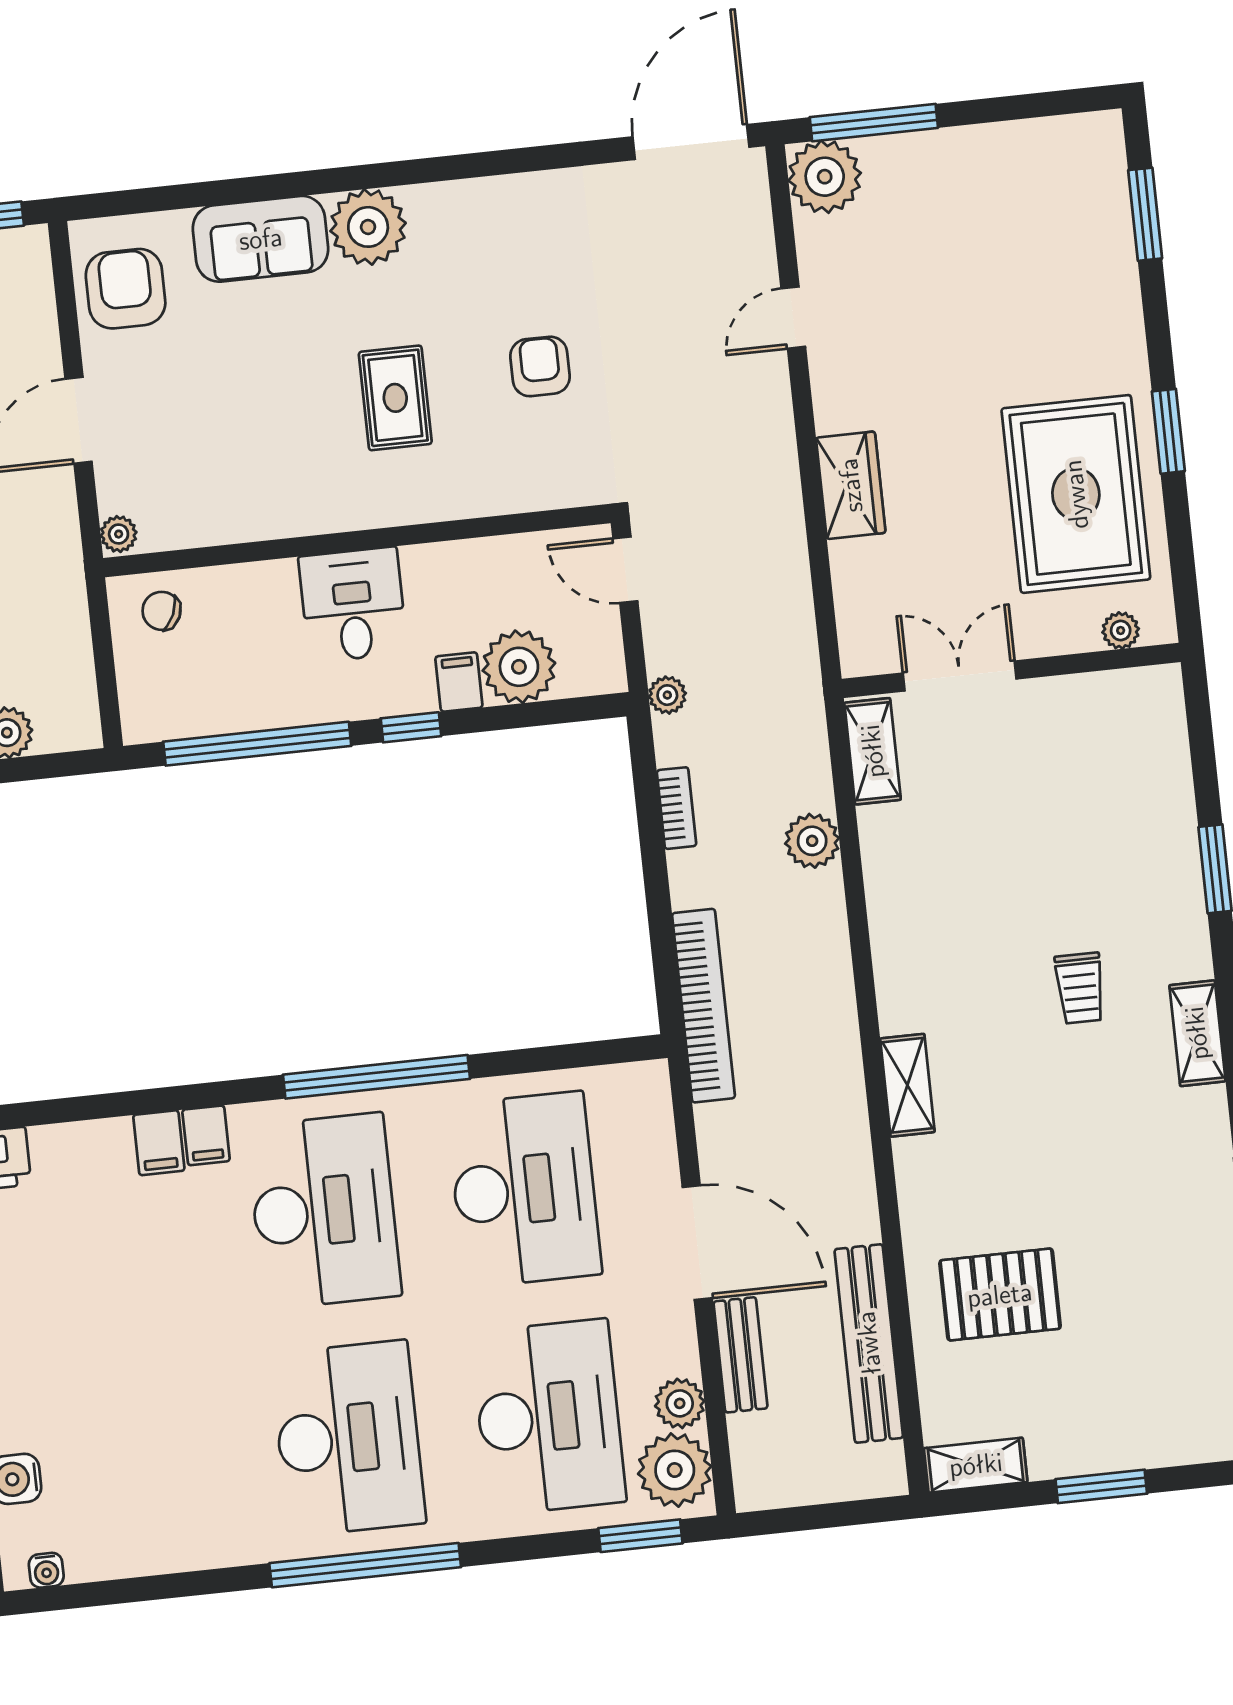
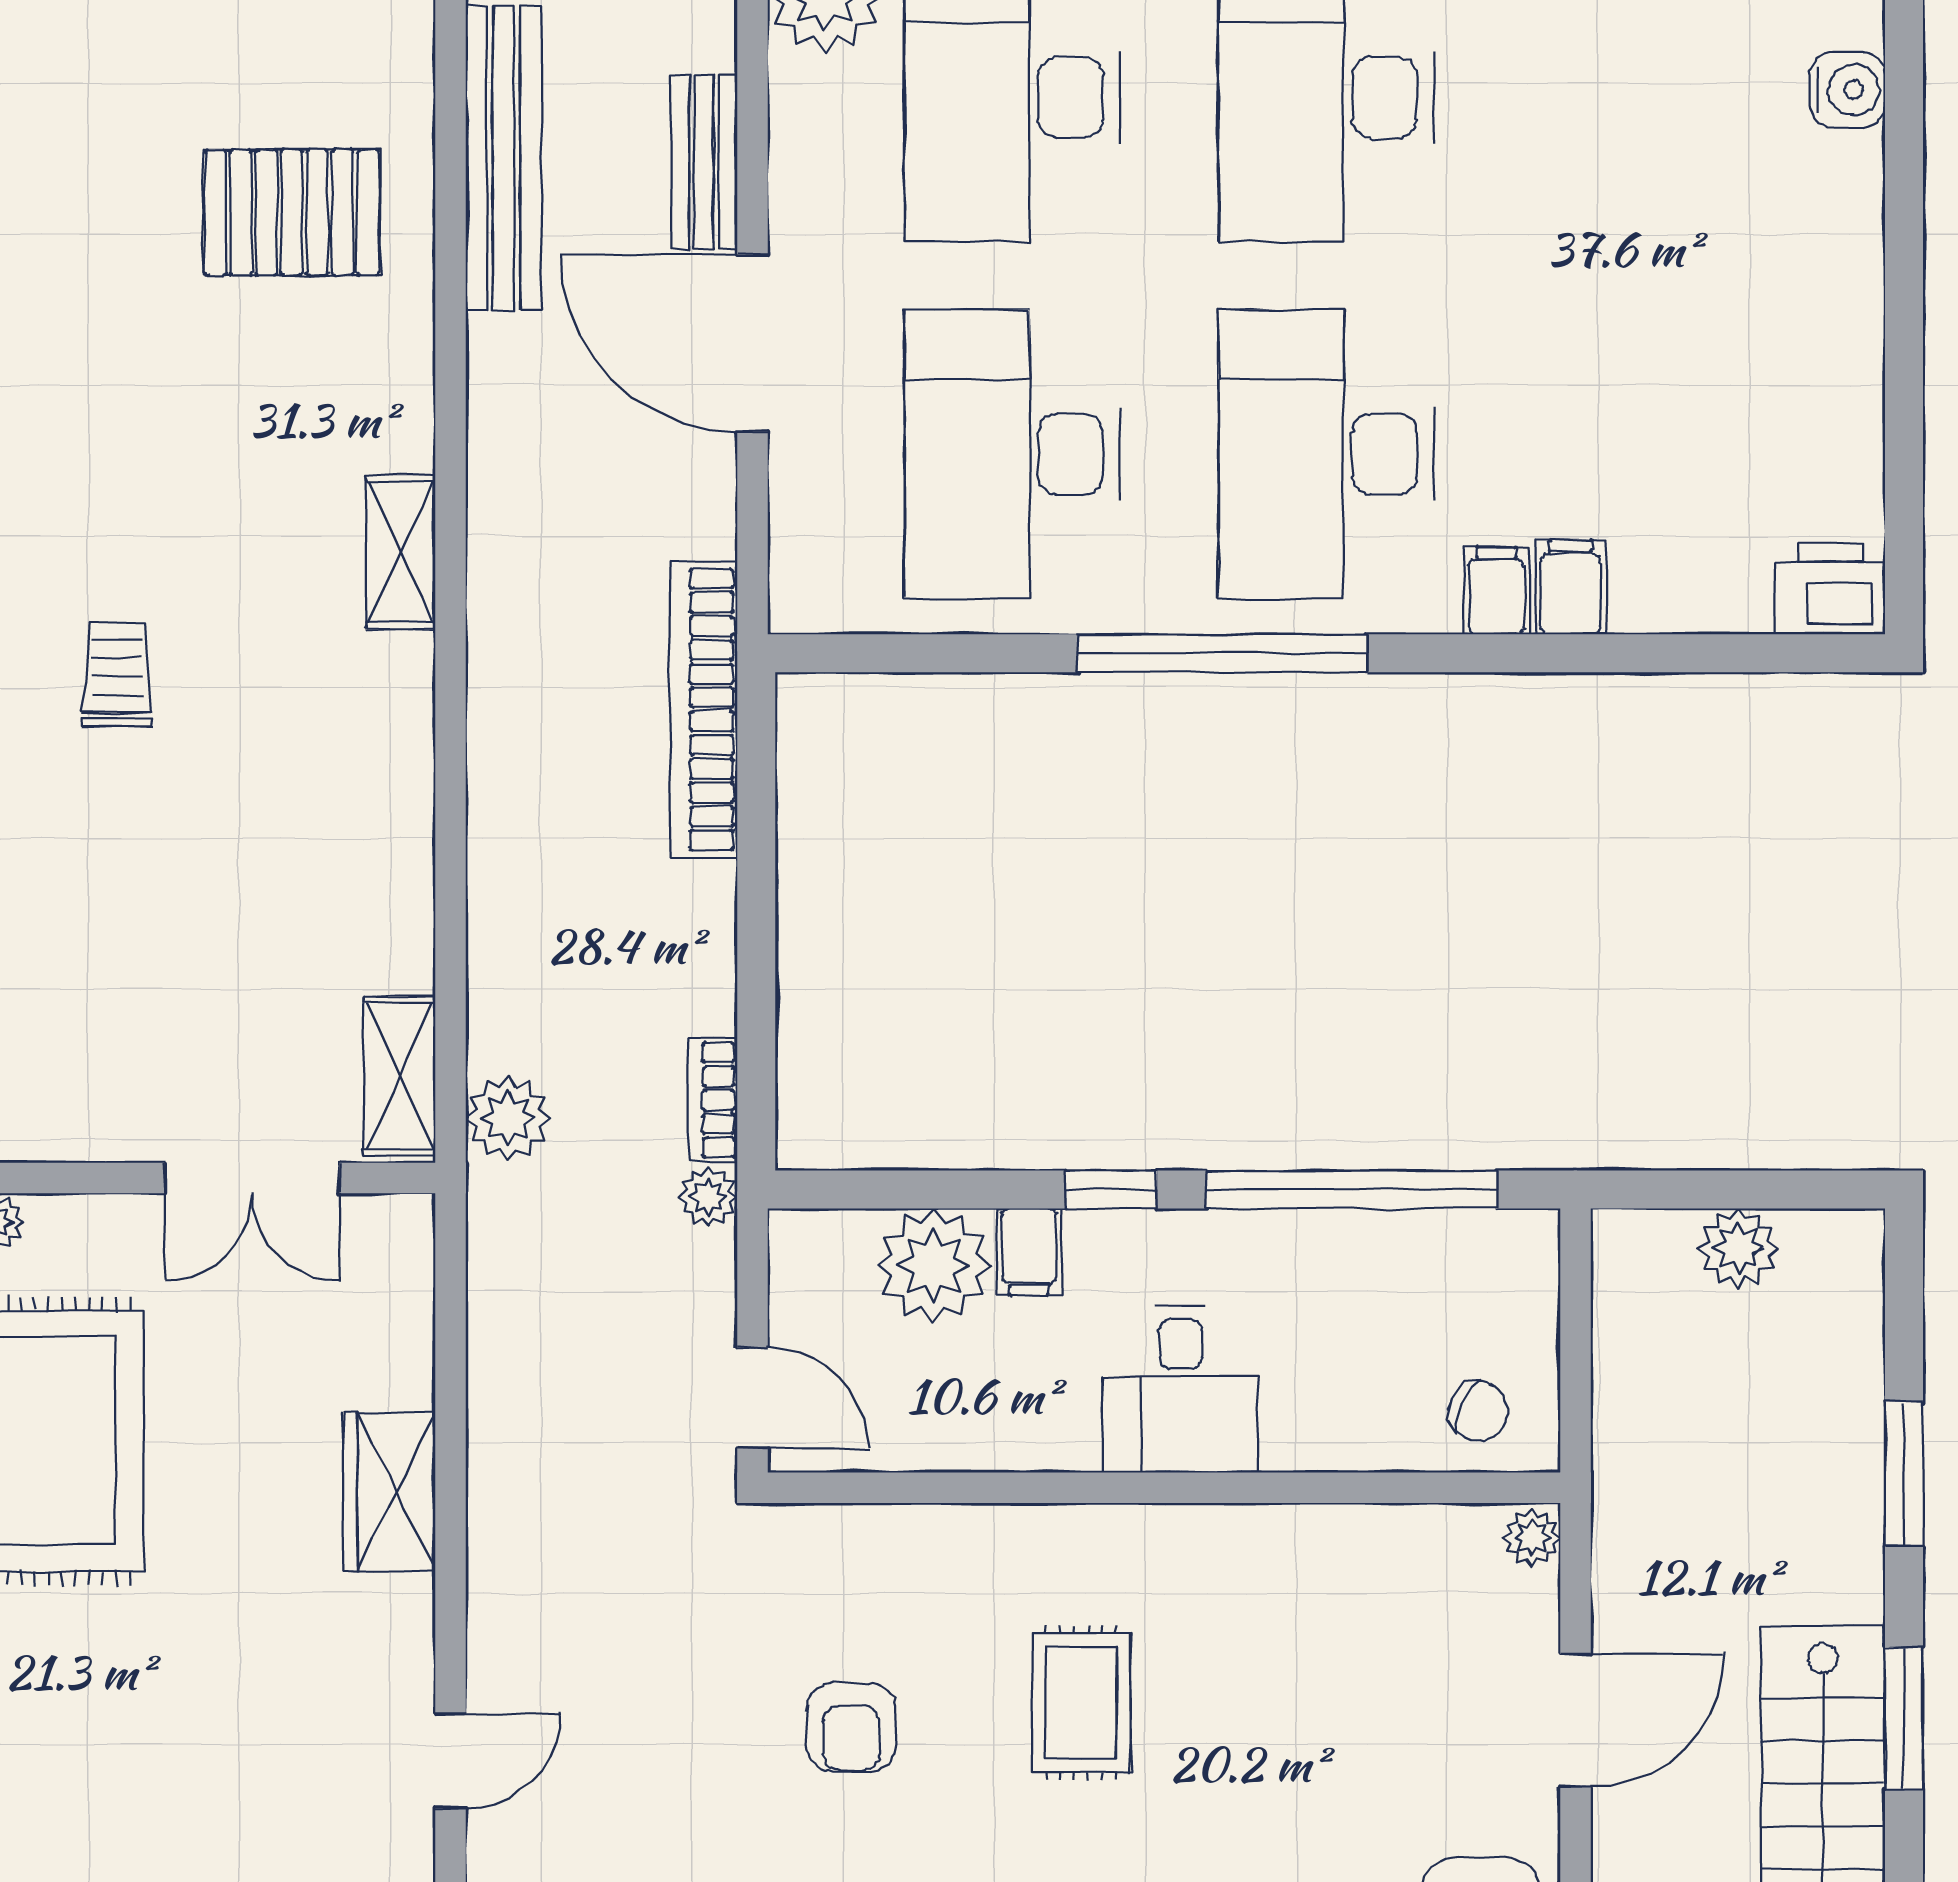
bookcase: (677, 808) -> (713, 1100), moved
plant: (812, 841) -> (508, 1118), moved
plant: (680, 1403) -> (806, 97), removed

